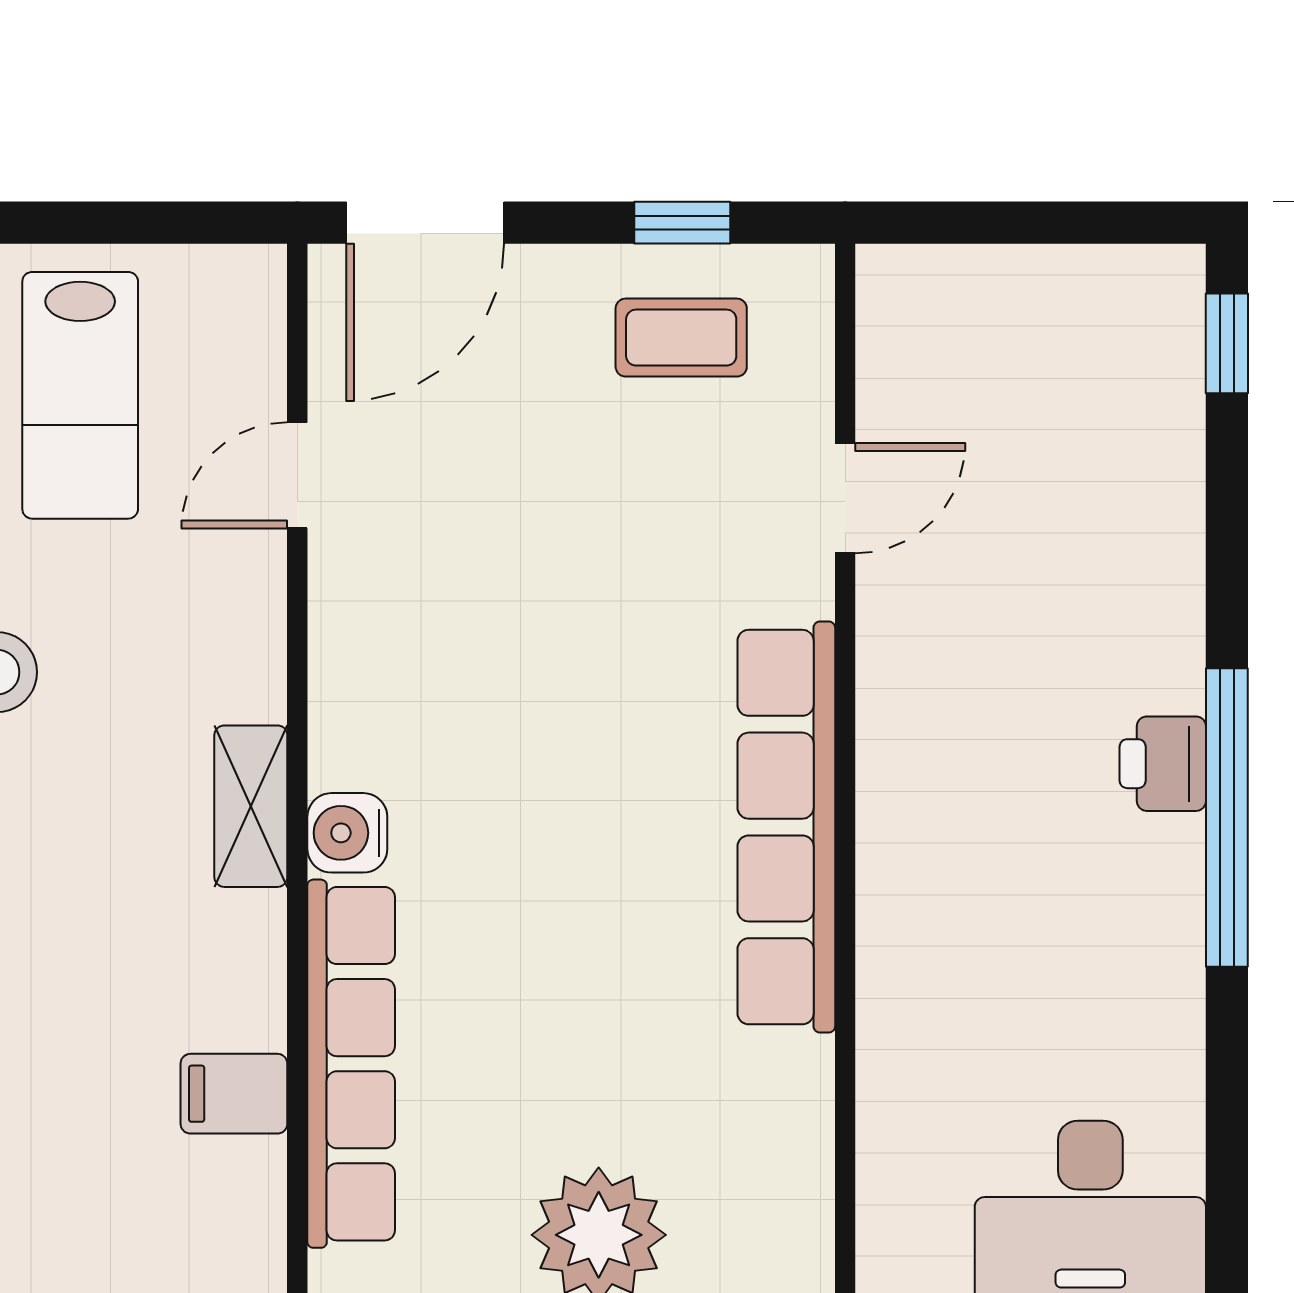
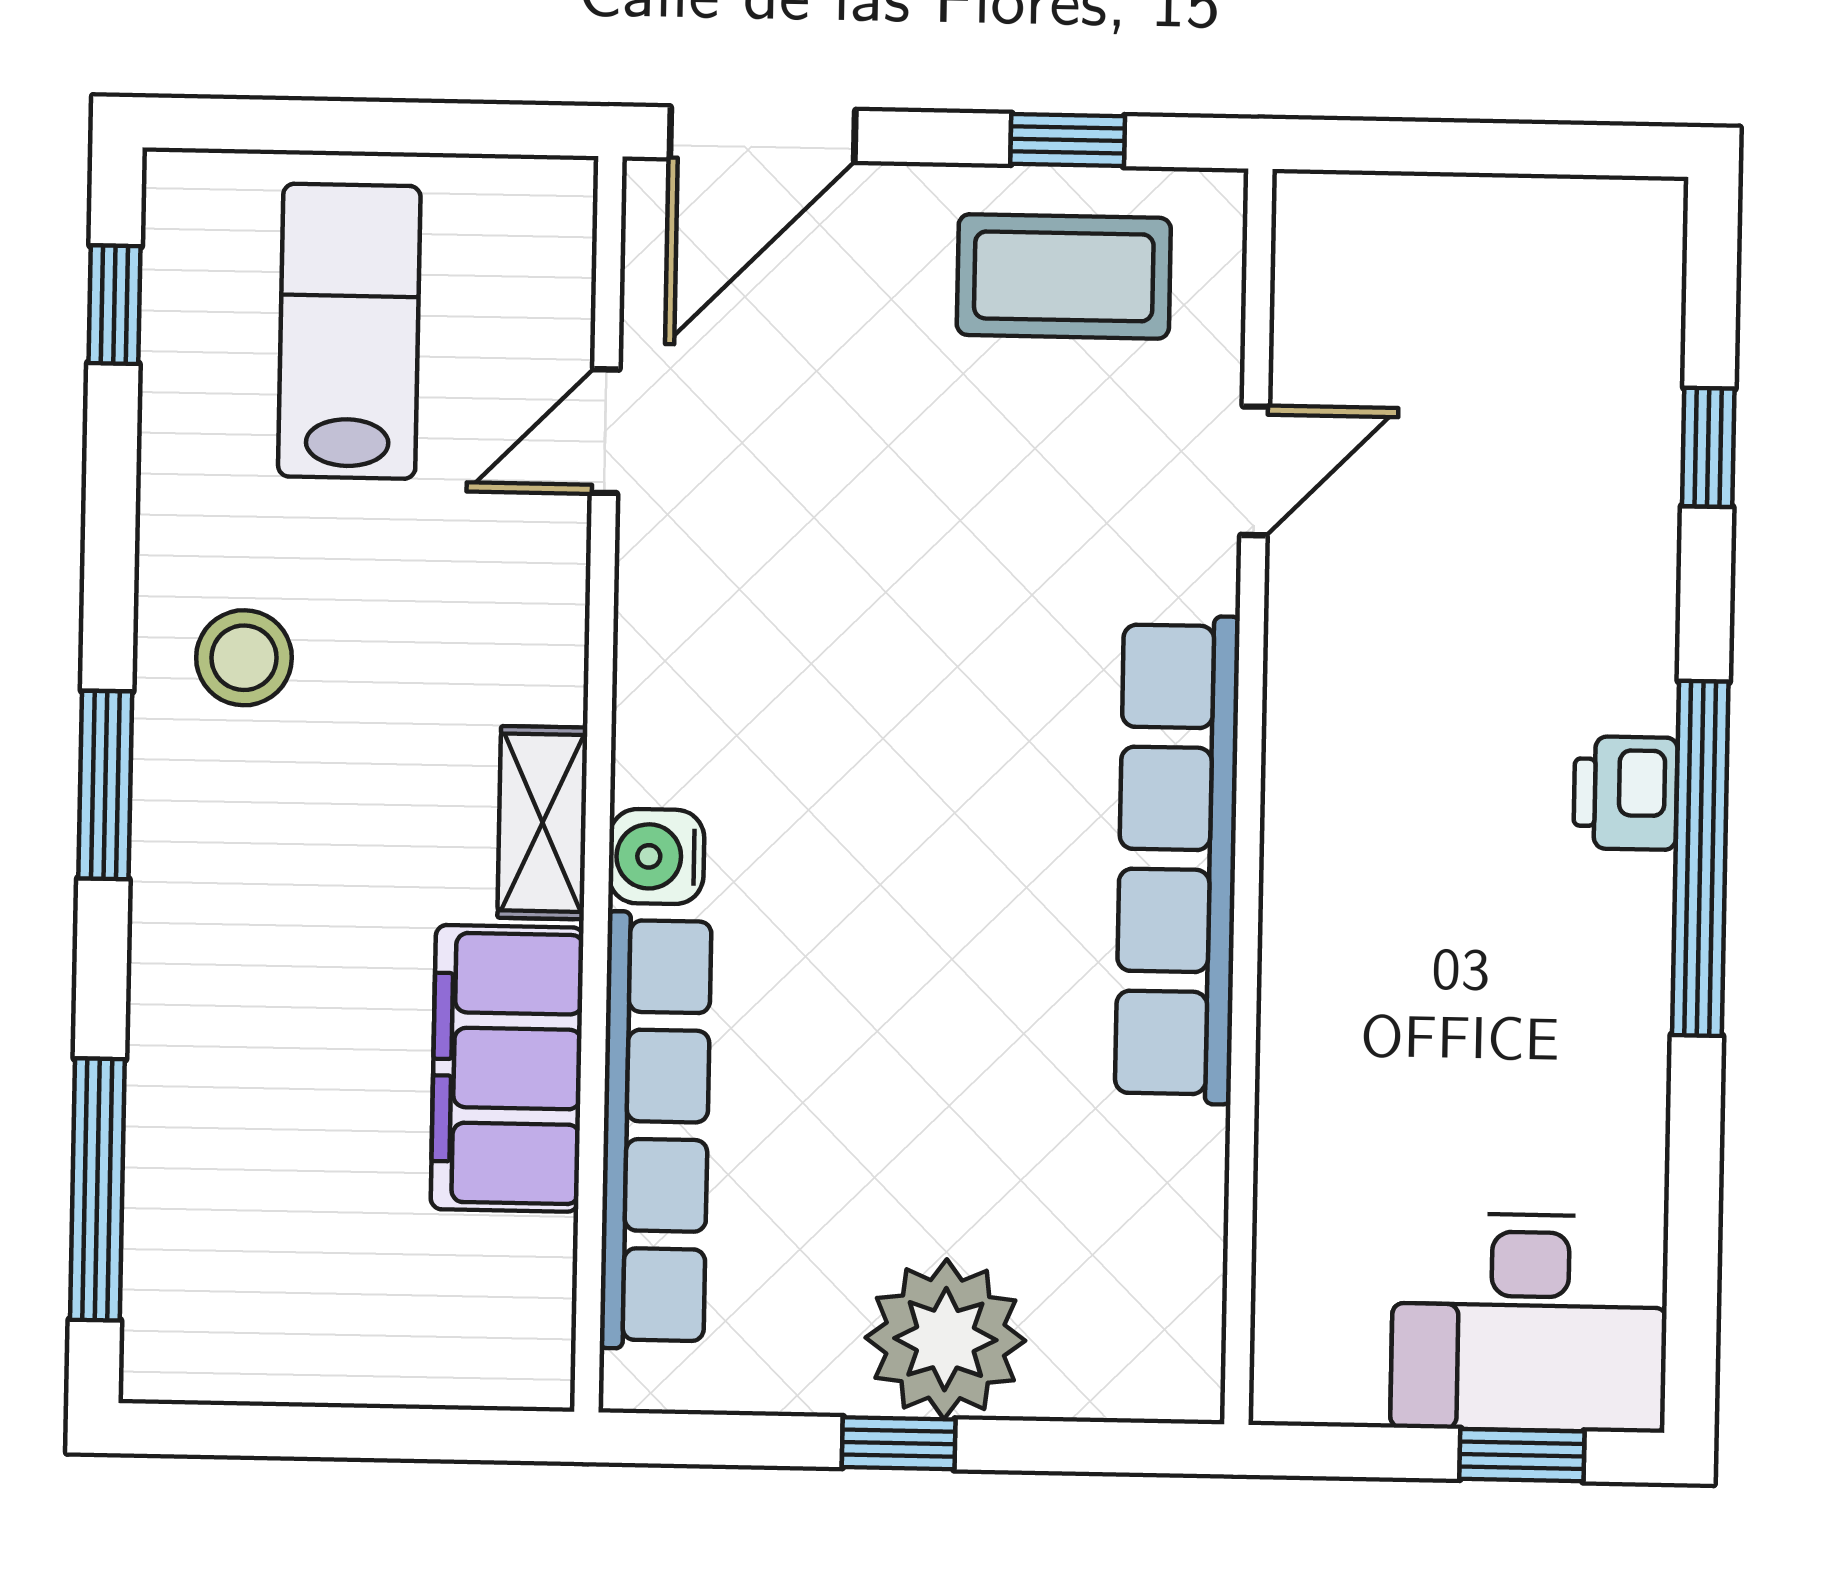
coffee table: (681, 338) -> (1064, 276), width x1.36, depth x1.30
window: (1227, 343) -> (1708, 447), moved
lab bench: (80, 395) -> (349, 331), turned 180
filing cabinet: (234, 1094) -> (507, 1068), width x3.00, depth x1.17

